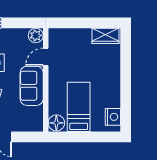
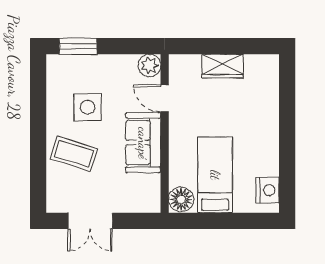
wardrobe: (106, 36) -> (223, 66), moved
door: (46, 57) -> (165, 98), hinge flipped

